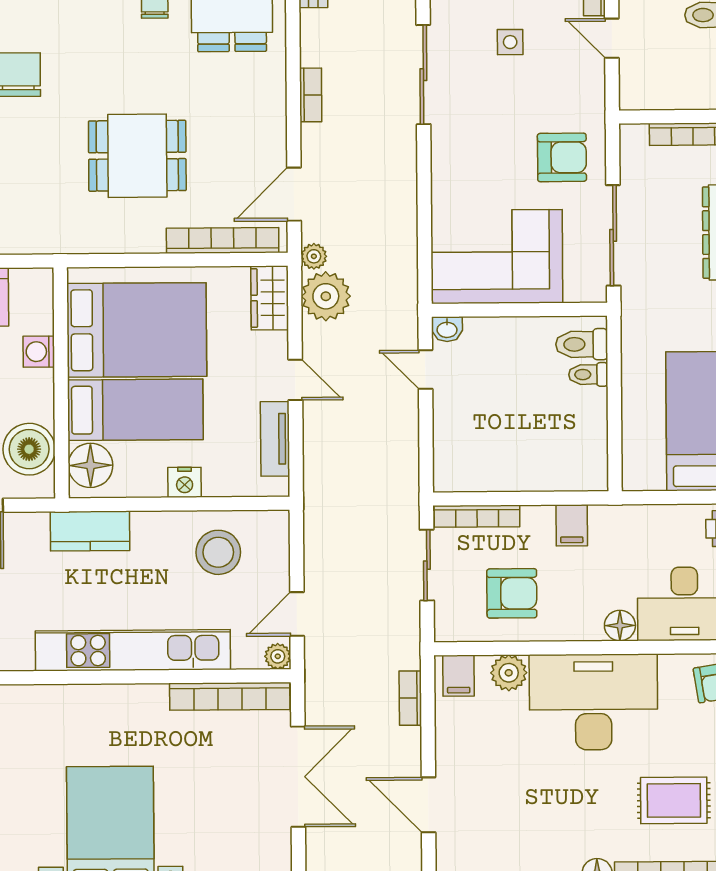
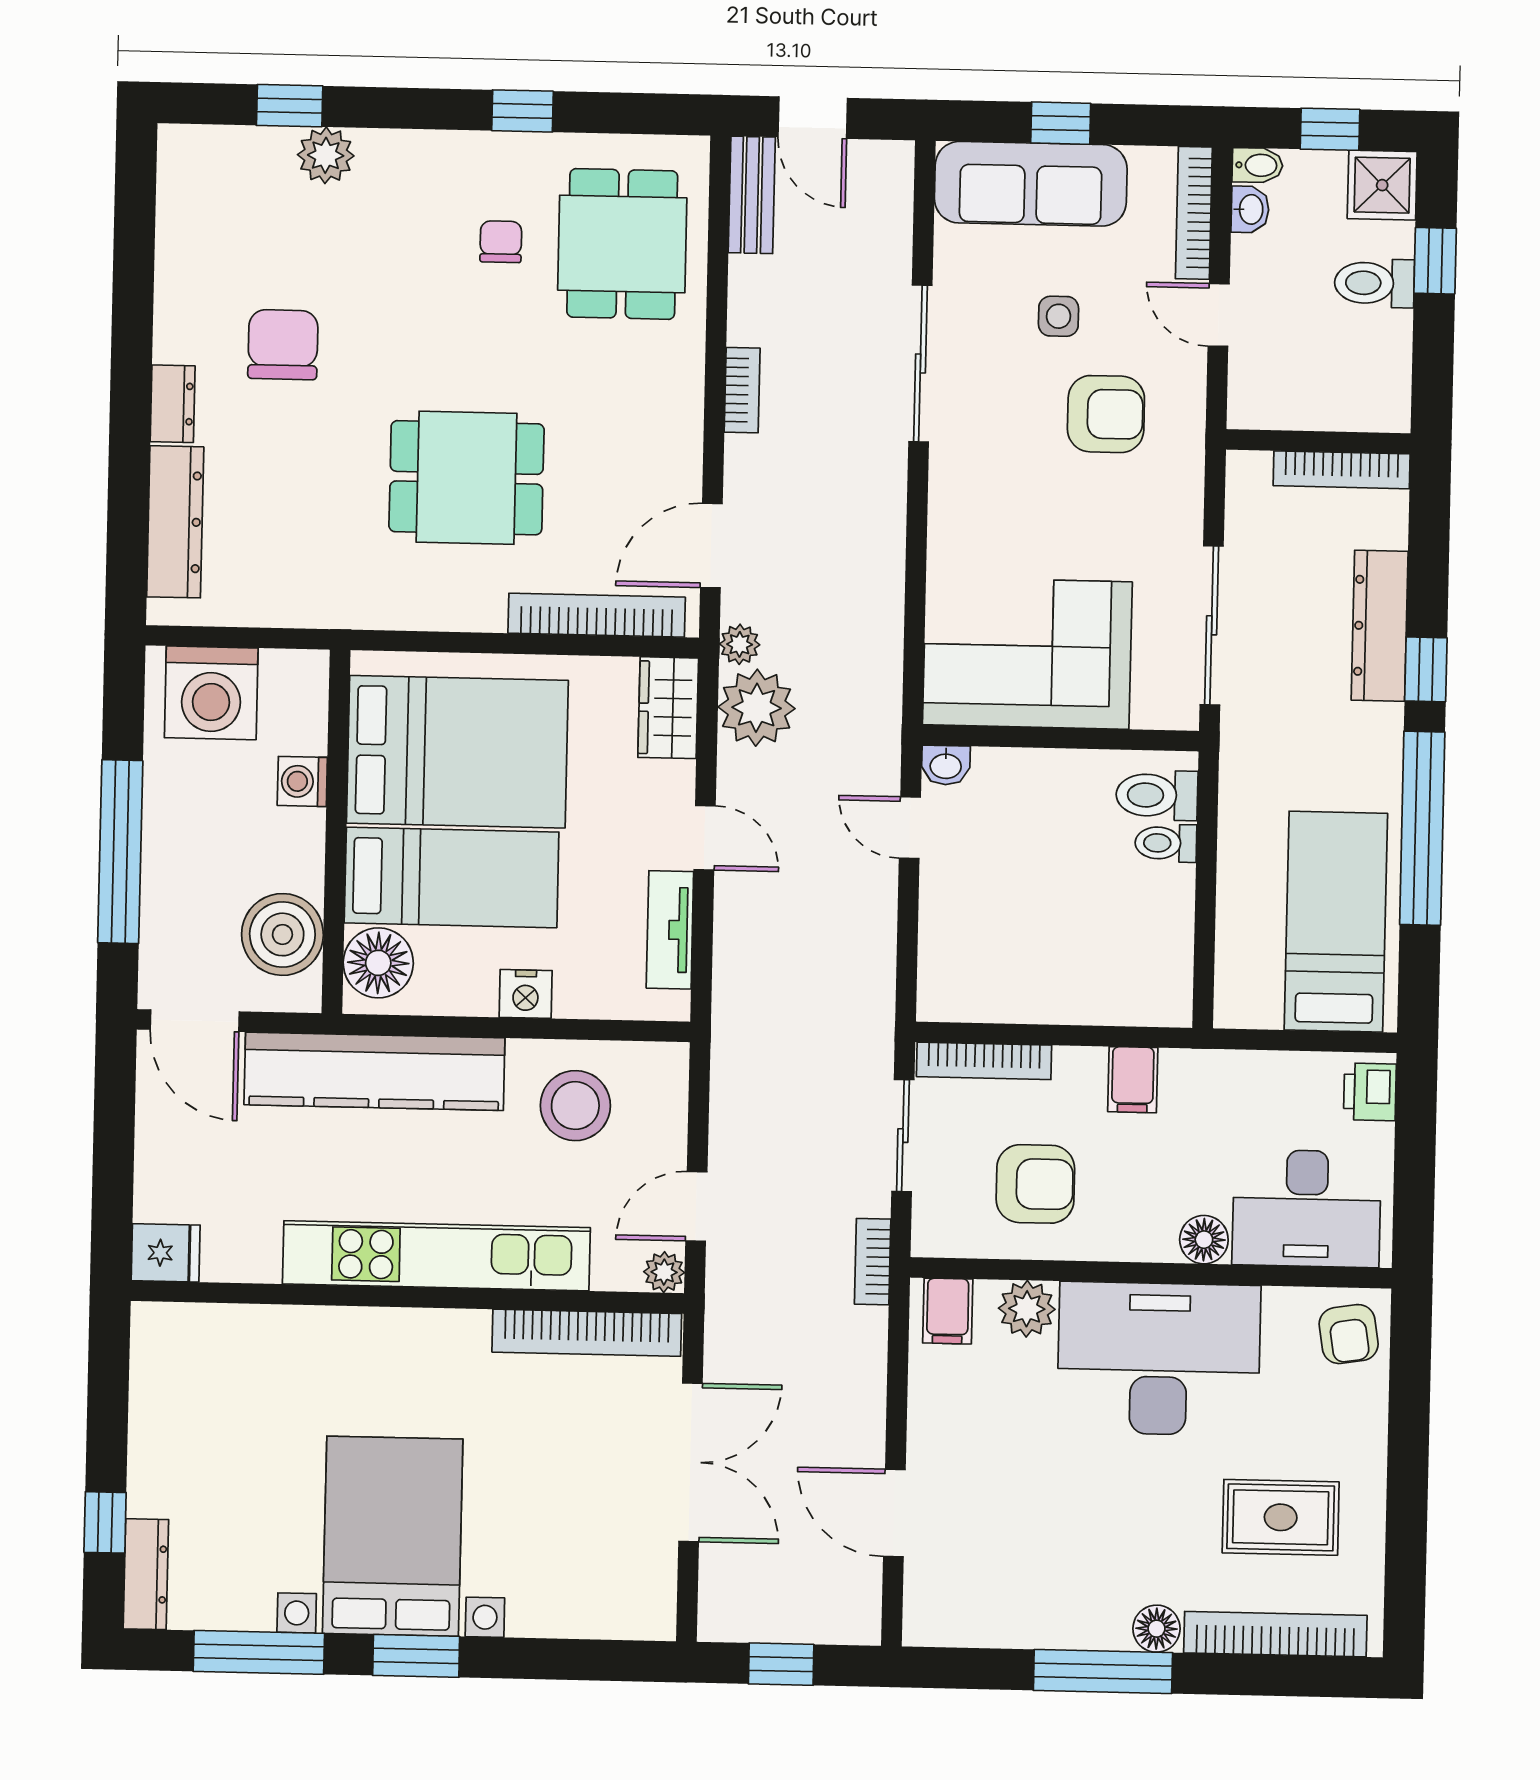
armchair: (562, 157) -> (1106, 414), moved
kitchen counter: (90, 531) -> (374, 1071), width x2.08, depth x1.17
bookcase: (410, 698) -> (873, 1262), moved

